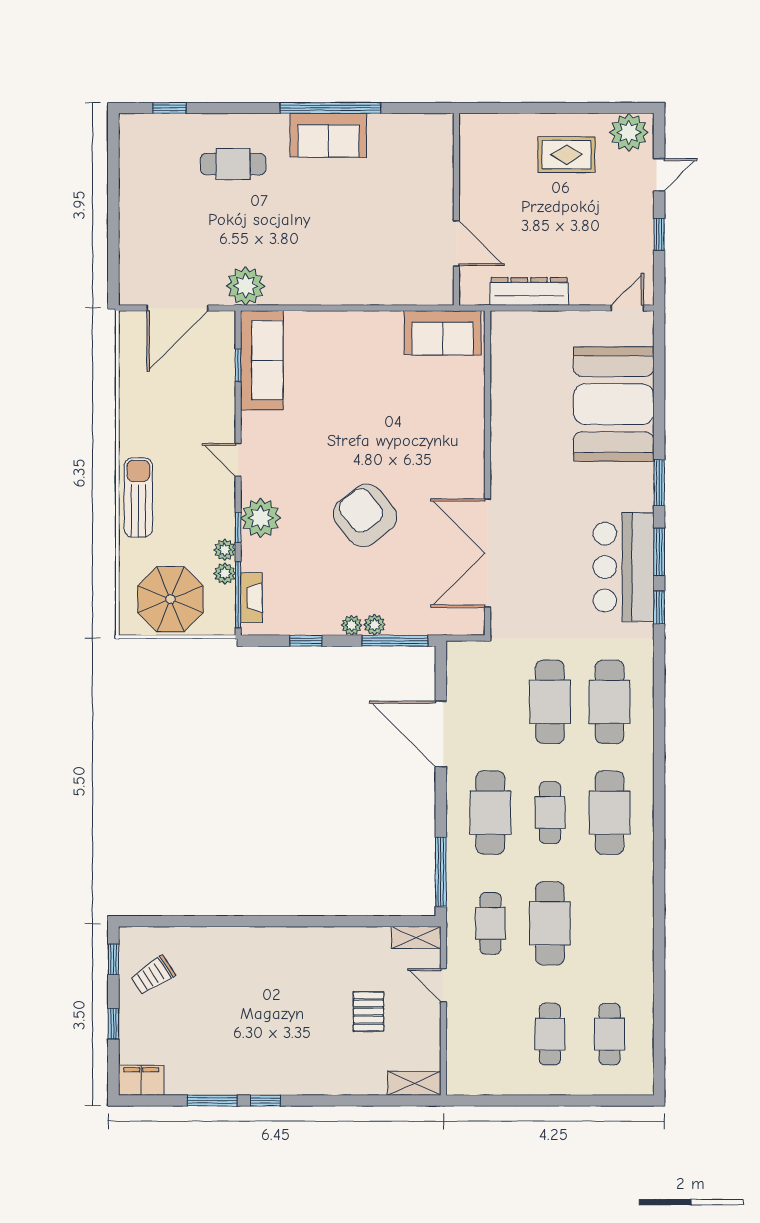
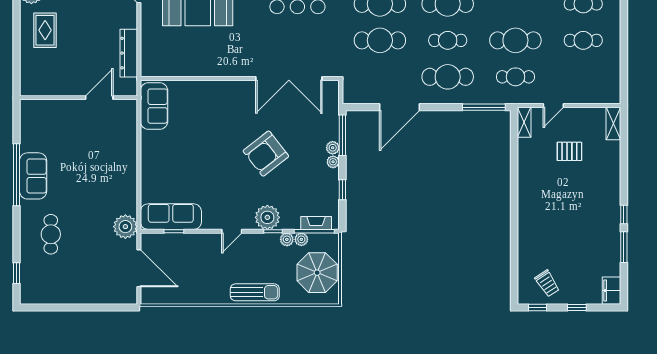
sun lounger: (138, 497) -> (255, 292), turned 180

